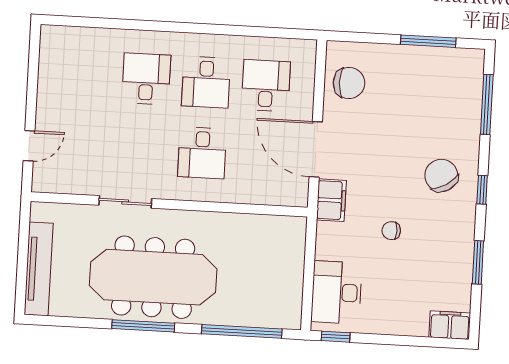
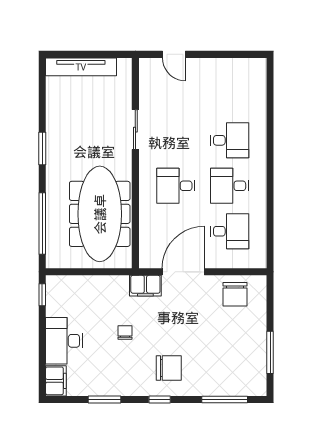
chair: (441, 175) -> (169, 368), turned 31
meeting table: (153, 277) -> (100, 214), moved
desk: (337, 292) -> (64, 341), moved, turned -90
window: (143, 326) -> (42, 149), width x0.69

